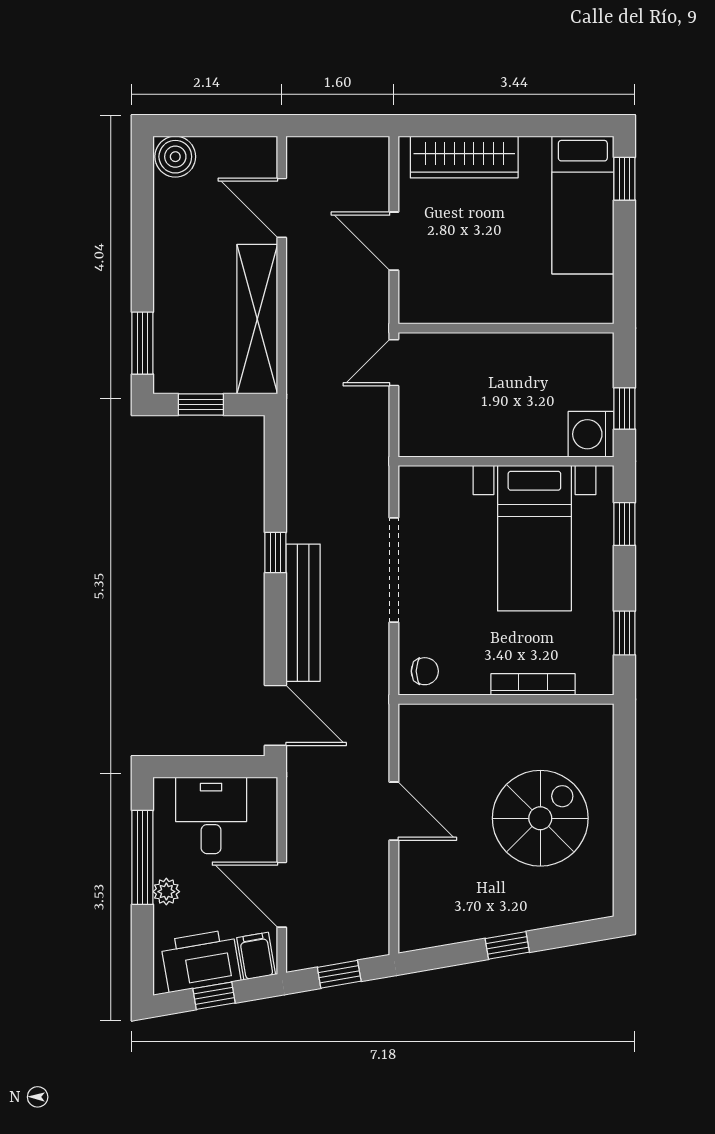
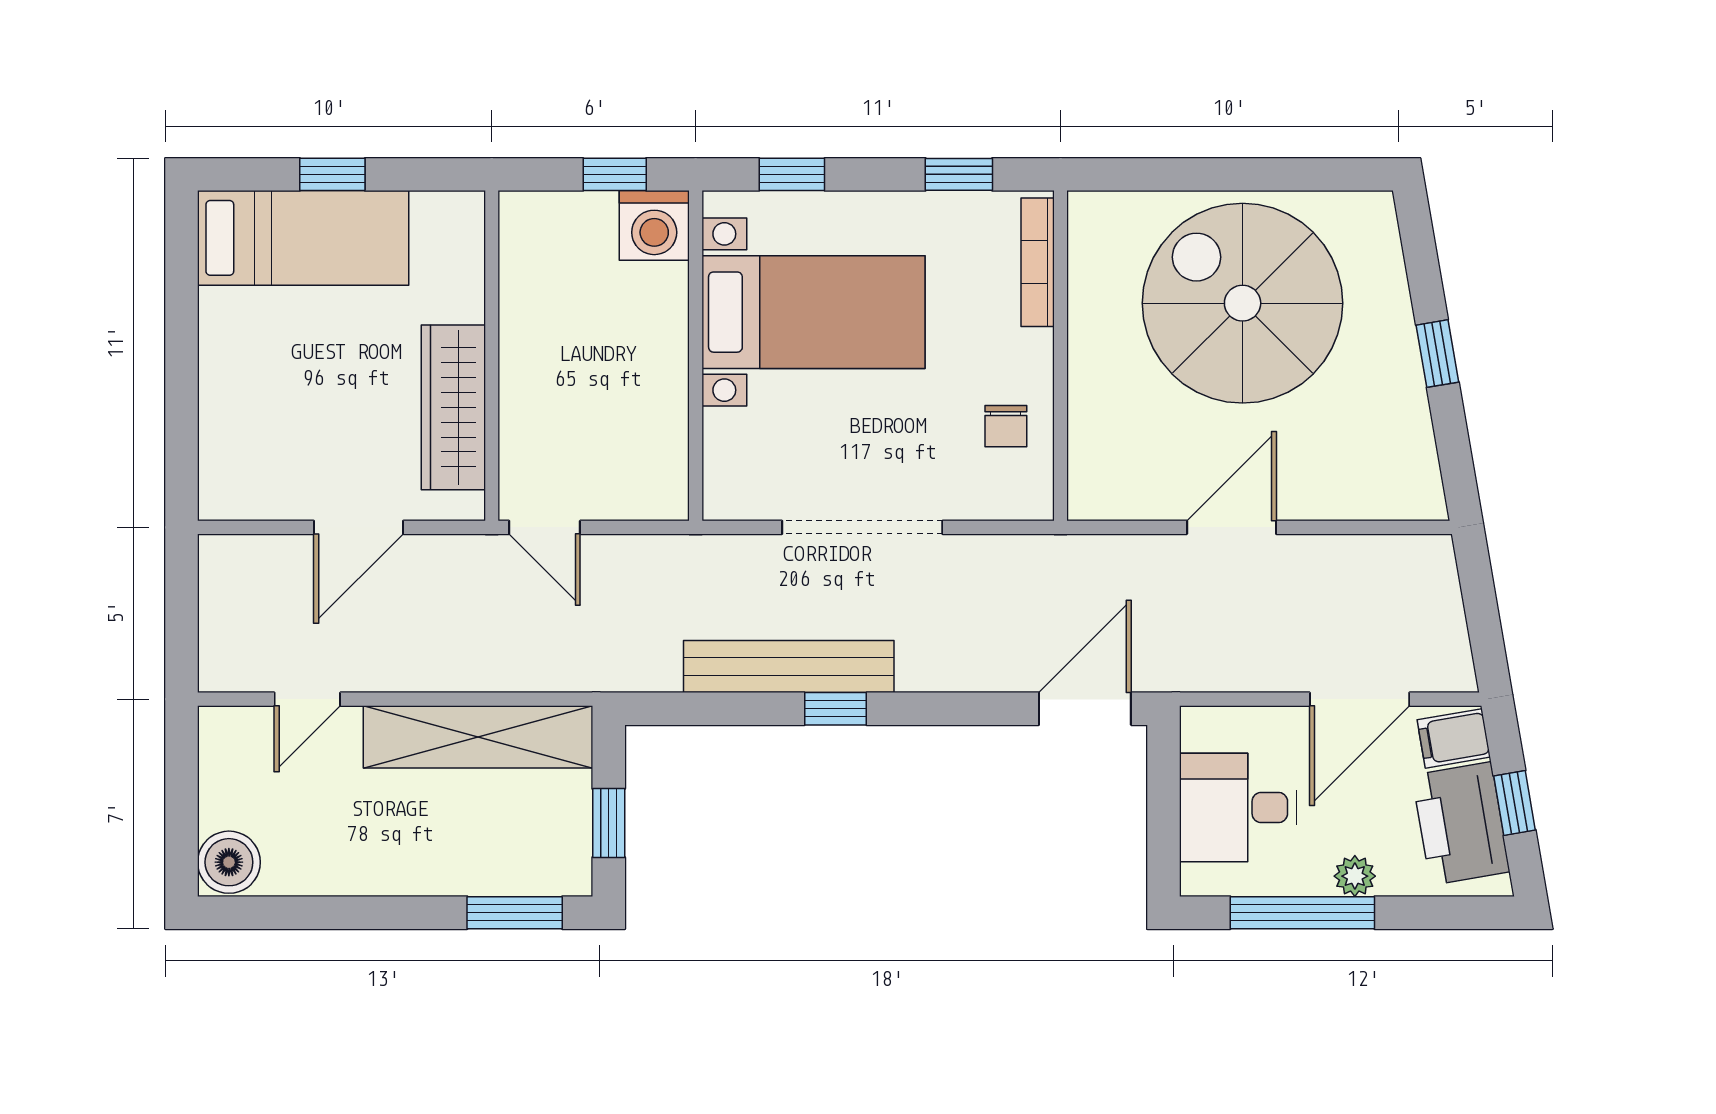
wardrobe: (464, 157) -> (453, 407), moved, turned 180
window: (624, 179) -> (332, 174), moved
door: (282, 208) -> (307, 699), width x0.73
bench: (303, 613) -> (789, 667), moved
chair: (425, 671) -> (1006, 426), moved, turned 180
bookcase: (533, 684) -> (1038, 262), moved
spiral stairs: (540, 818) -> (1243, 303), width x1.37, depth x1.37
window: (339, 974) -> (1482, 611), removed

